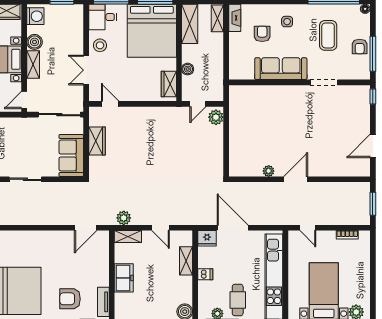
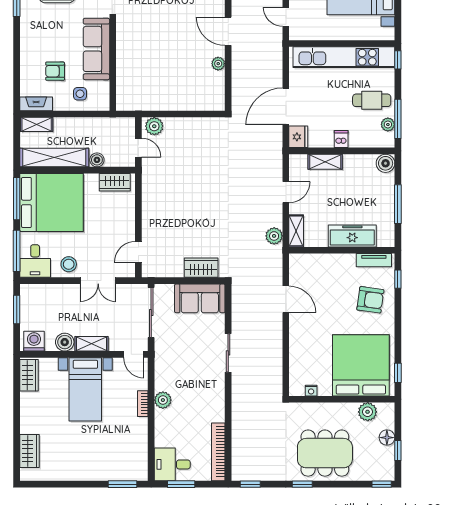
side table: (287, 22) -> (80, 94), moved
shelving: (190, 24) -> (54, 158), width x1.47
wardrobe: (97, 141) -> (201, 268), moved
door: (86, 228) -> (286, 299), moved
door: (308, 228) -> (286, 17), swing flipped
freezer: (124, 278) -> (352, 236), width x1.40
armchair: (70, 299) -> (370, 300), turned -82

